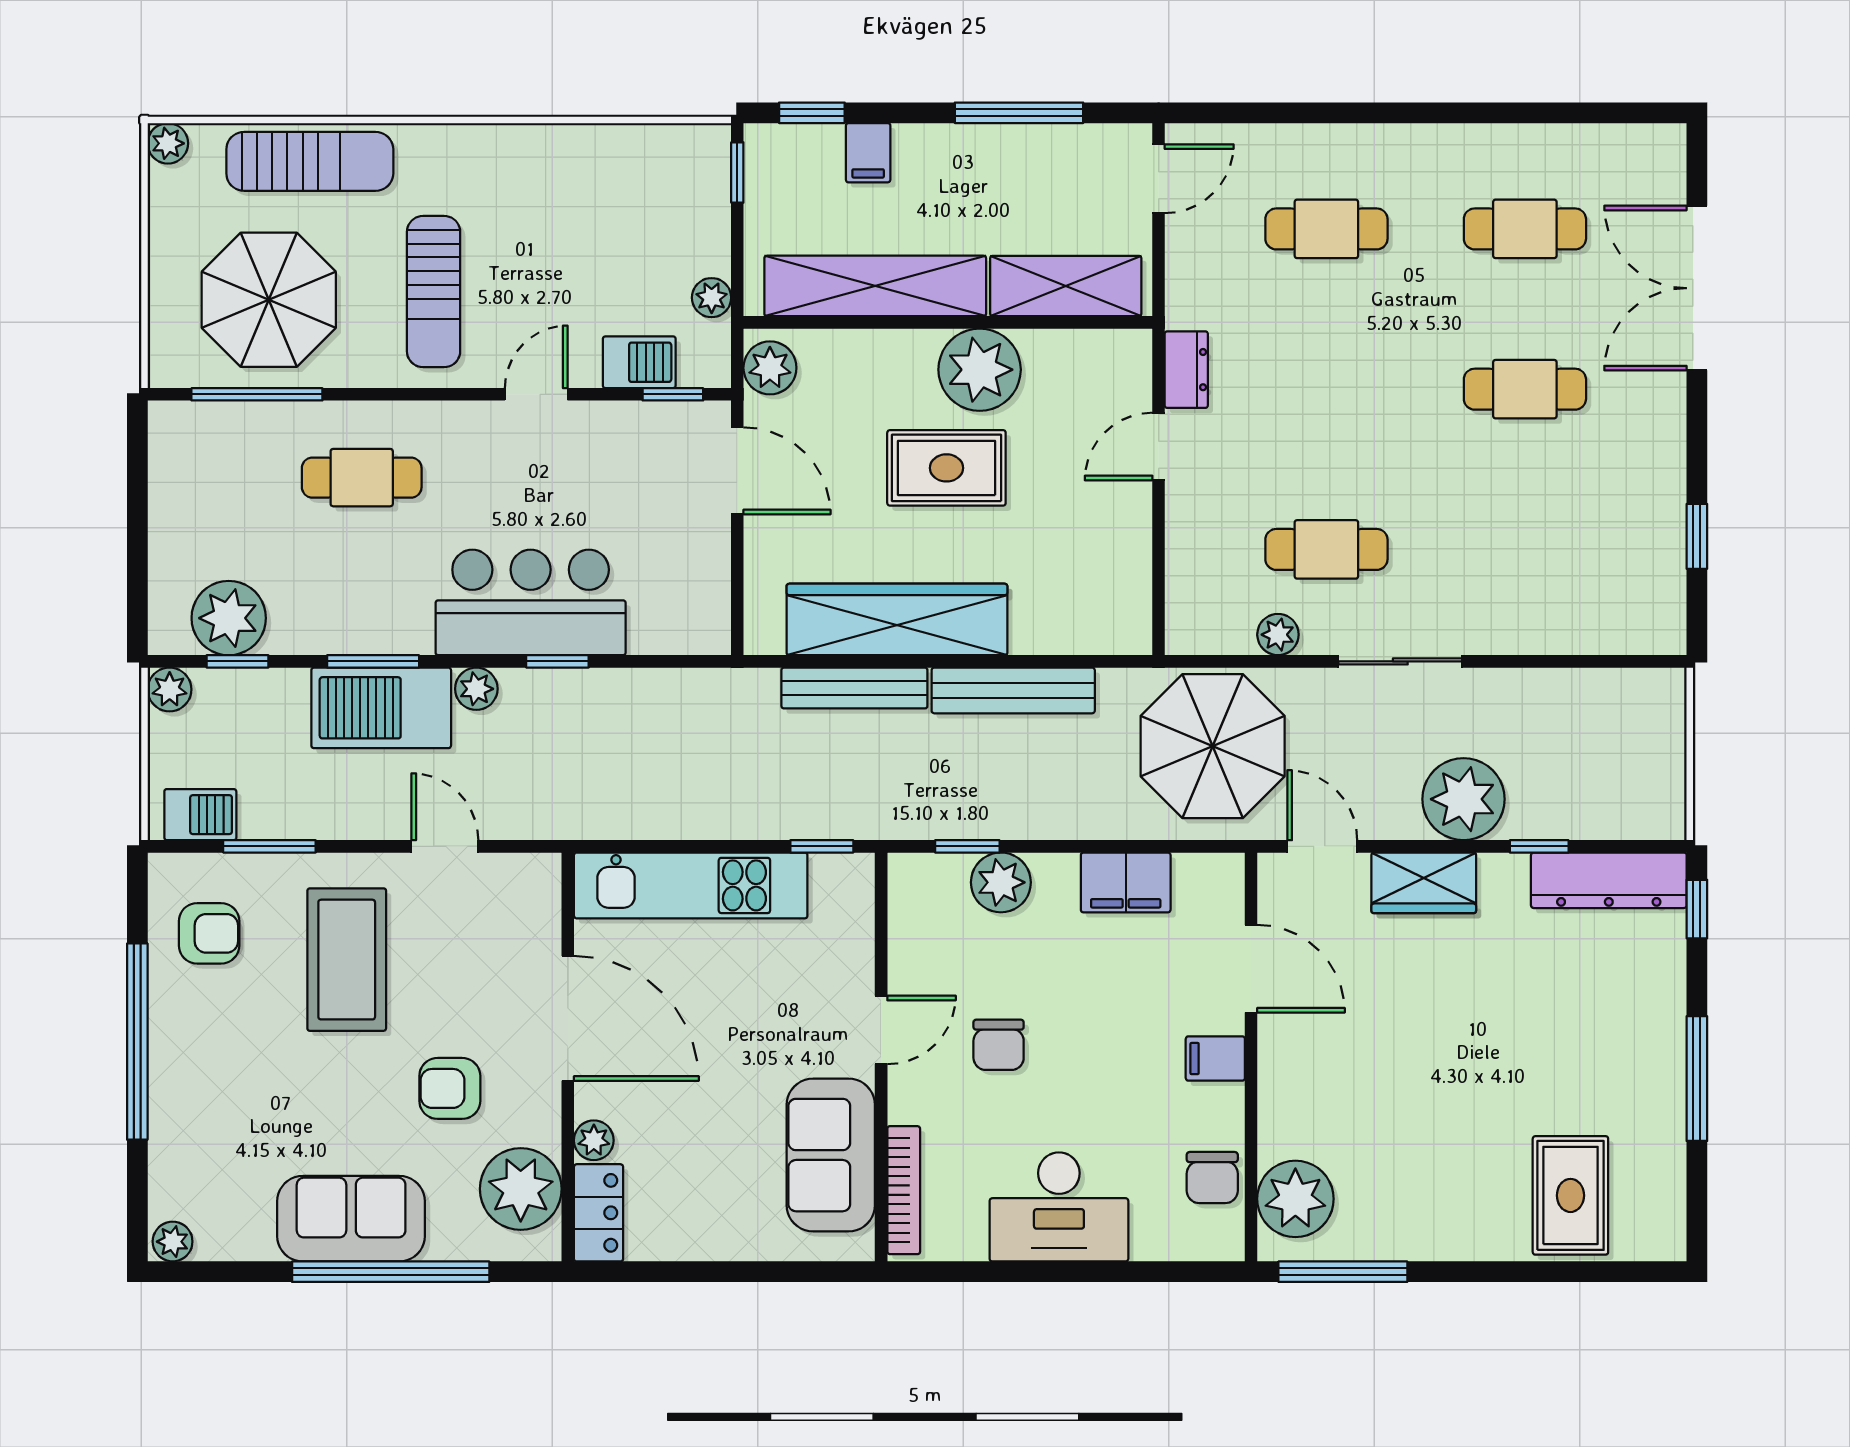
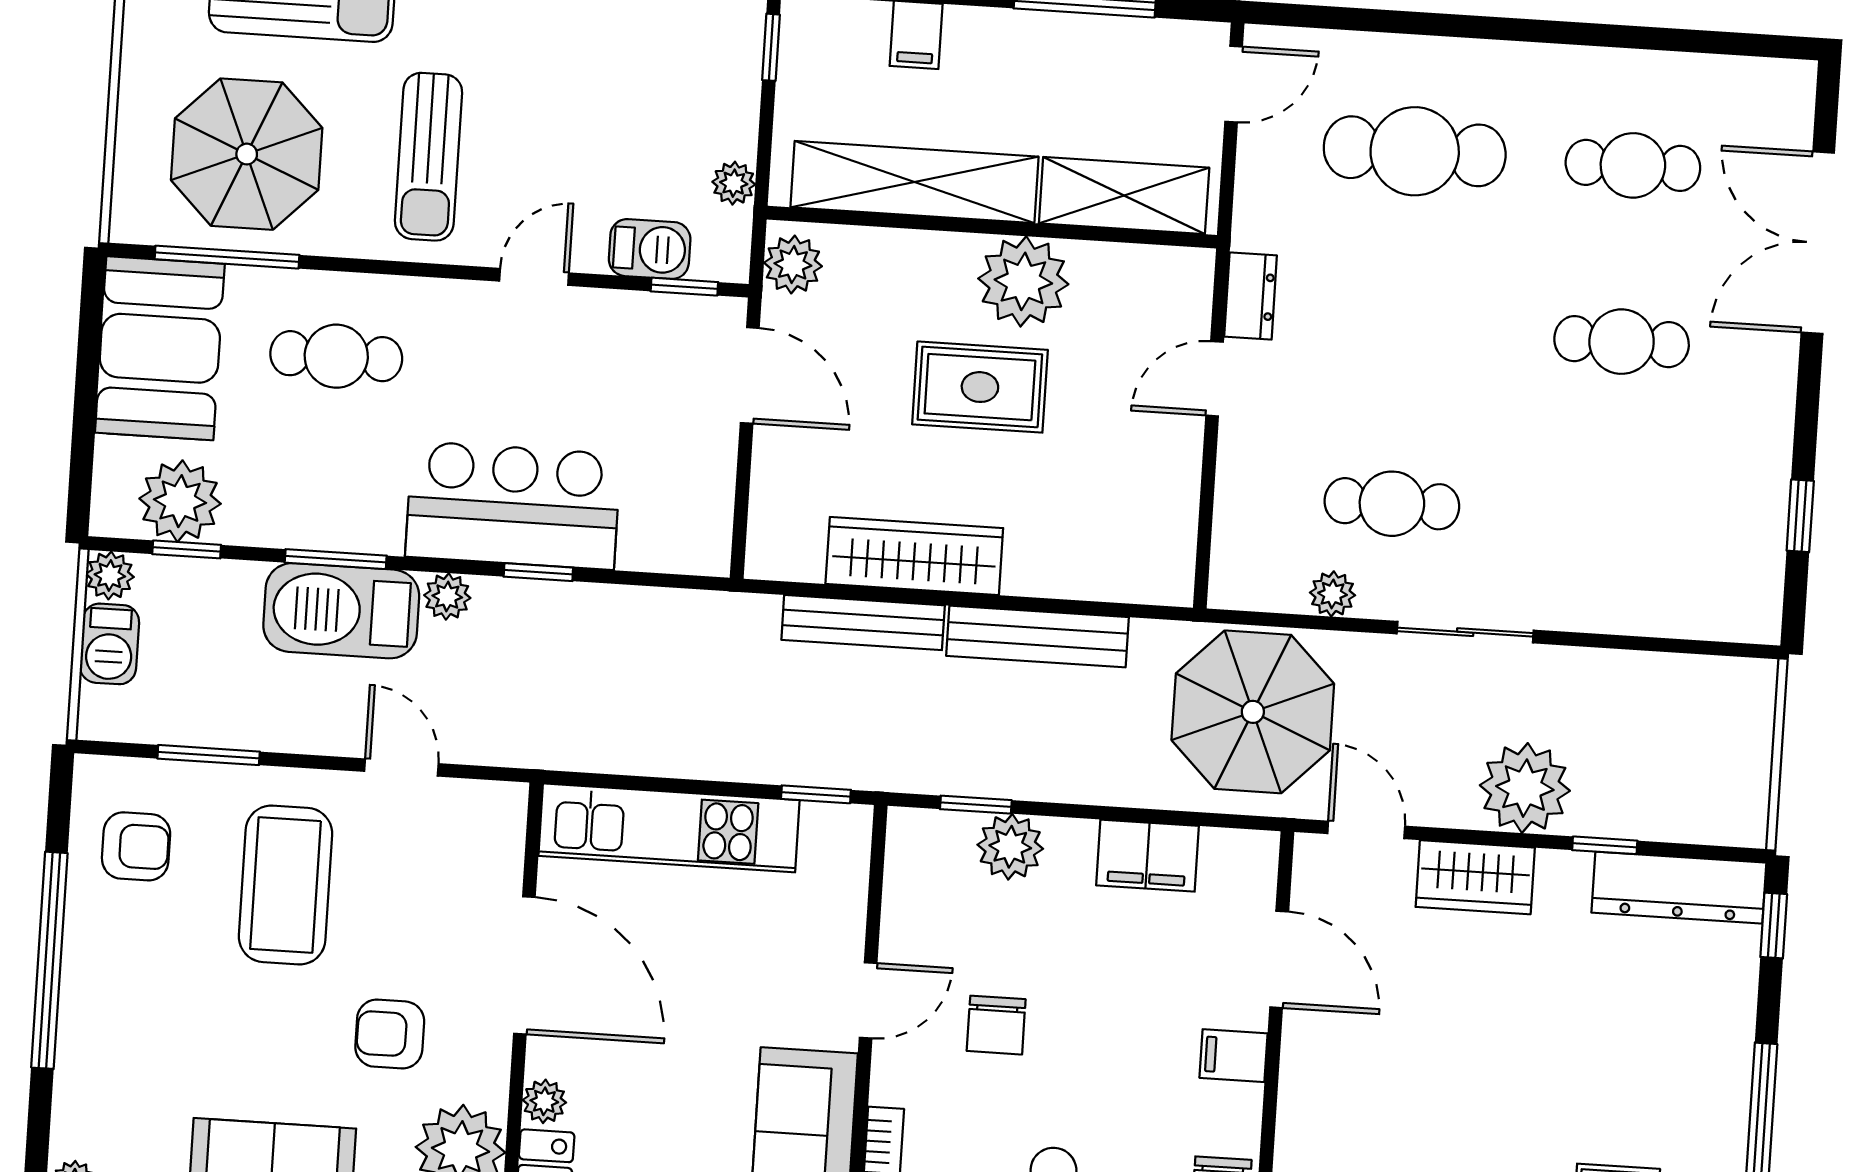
cafe table: (1326, 229) -> (1415, 151), width x1.37, depth x1.35
booth: (201, 481) -> (160, 348), added
wardrobe: (897, 619) -> (914, 556), width x0.71, depth x0.85
barbecue: (200, 815) -> (109, 644), moved, turned 90

